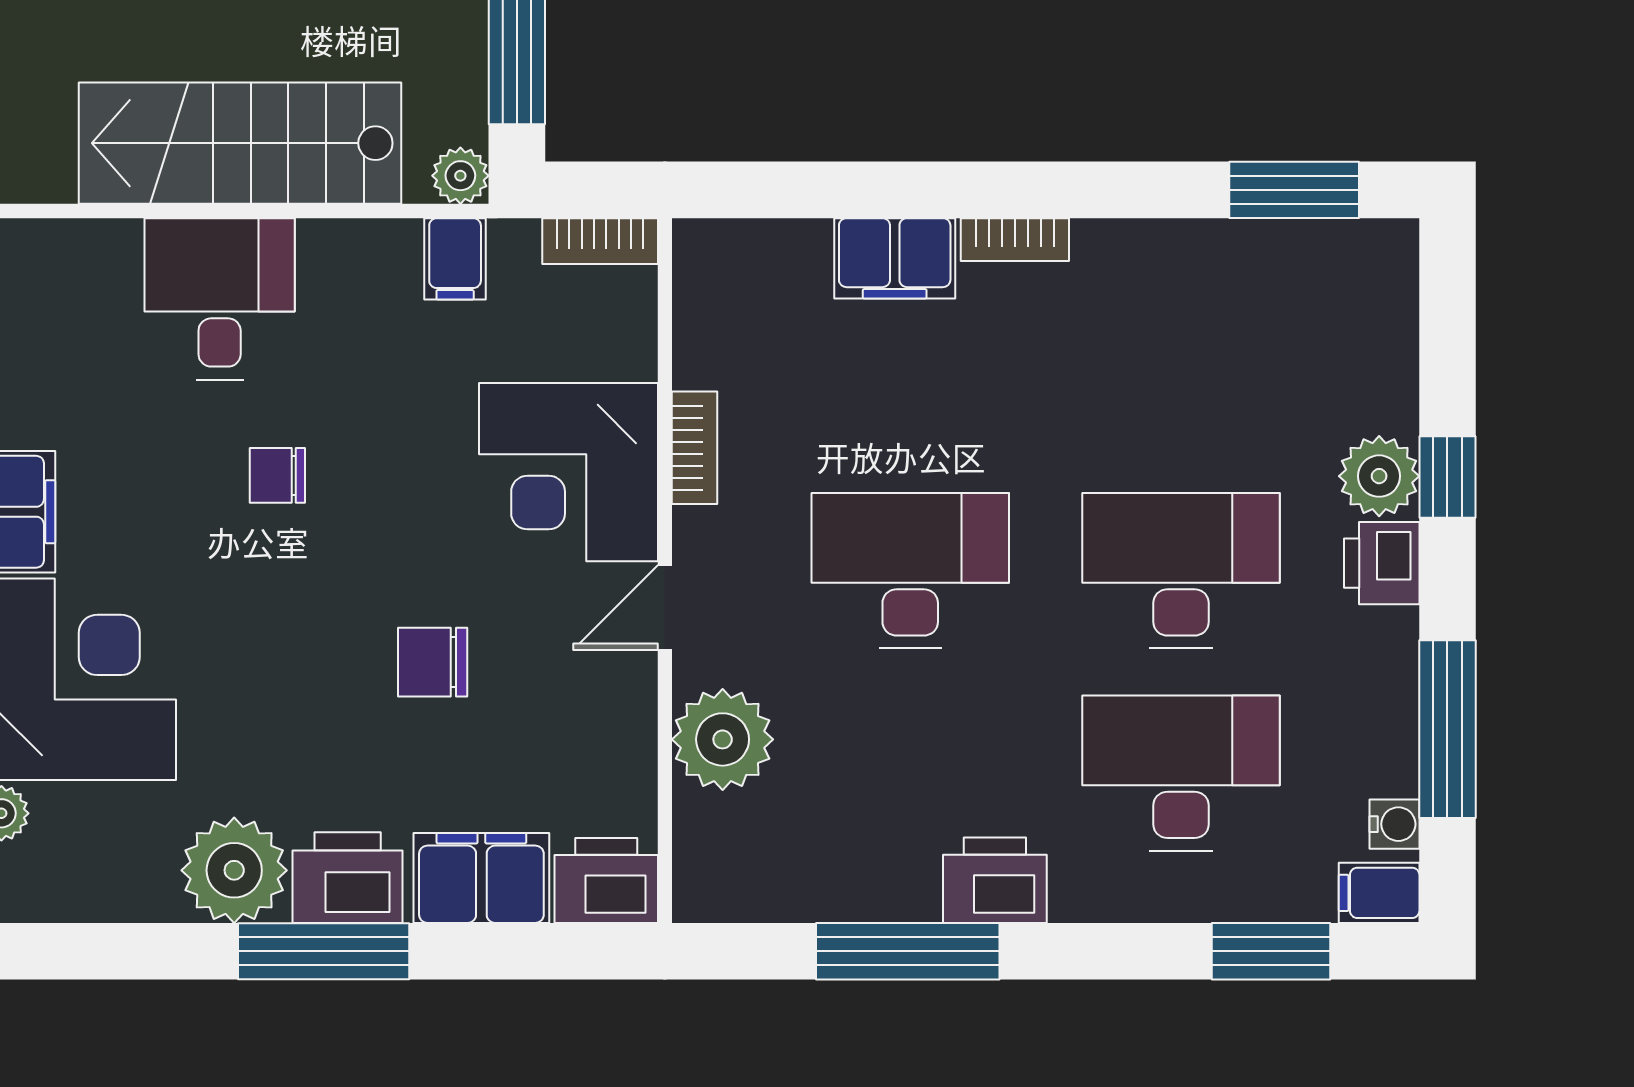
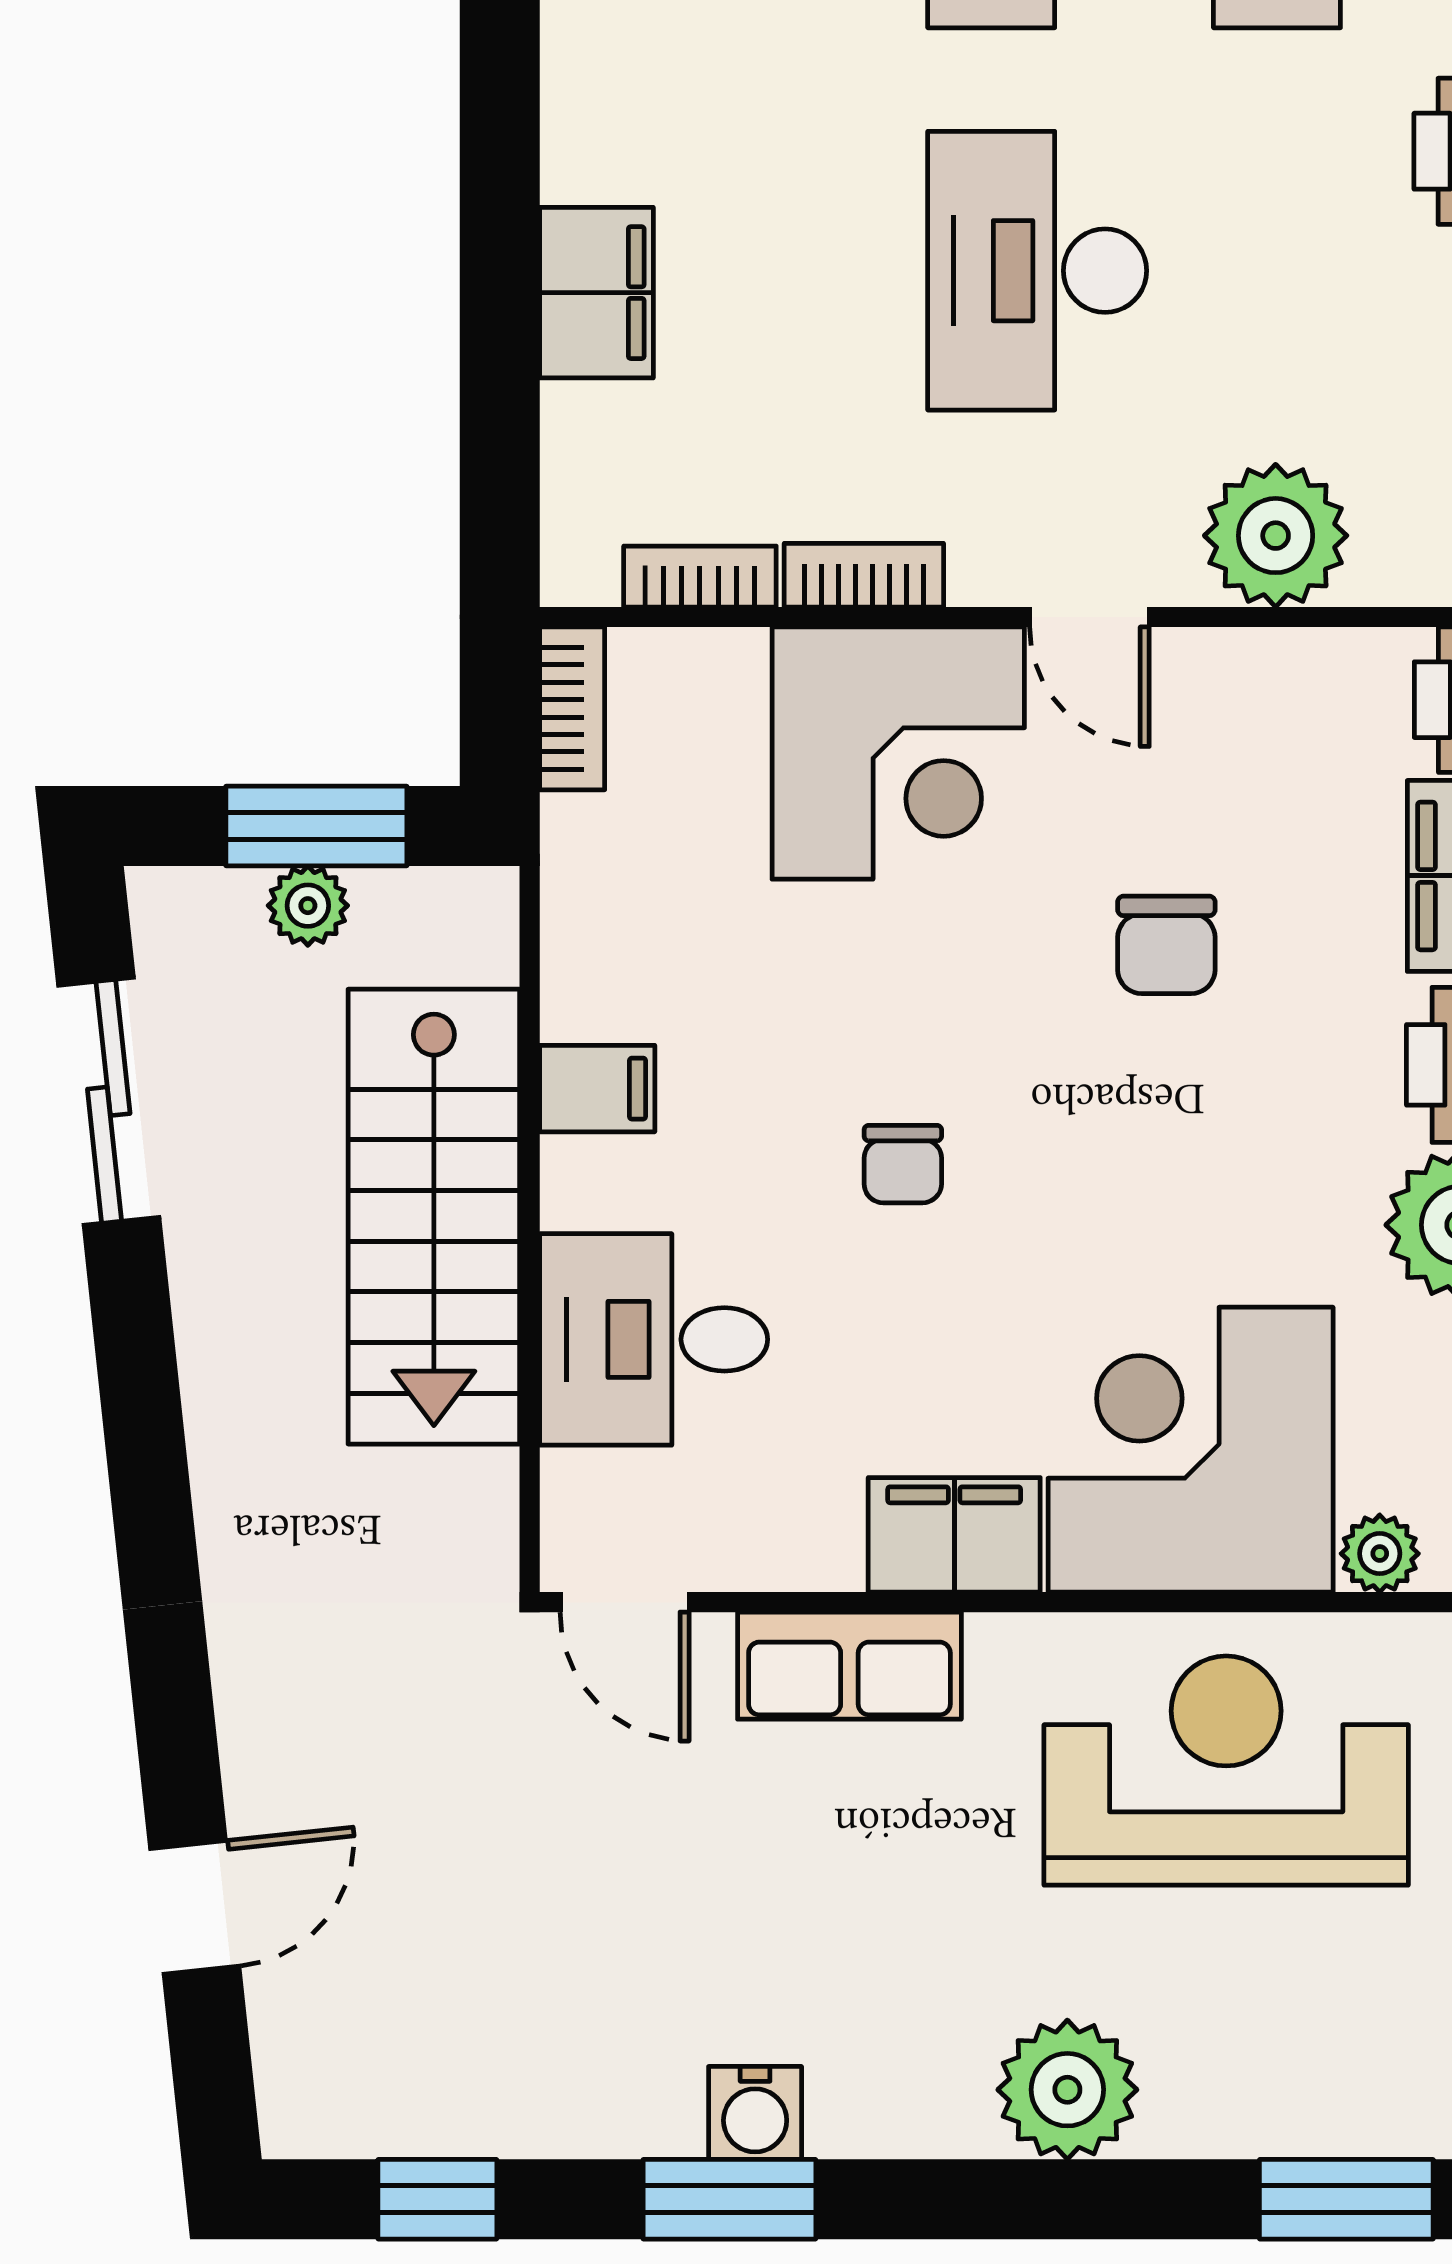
plant: (460, 176) -> (308, 906), moved
bookcase: (1015, 240) -> (700, 577), moved, turned -90
filing cabinet: (455, 259) -> (597, 1089), moved
desk: (220, 299) -> (654, 1339), moved

